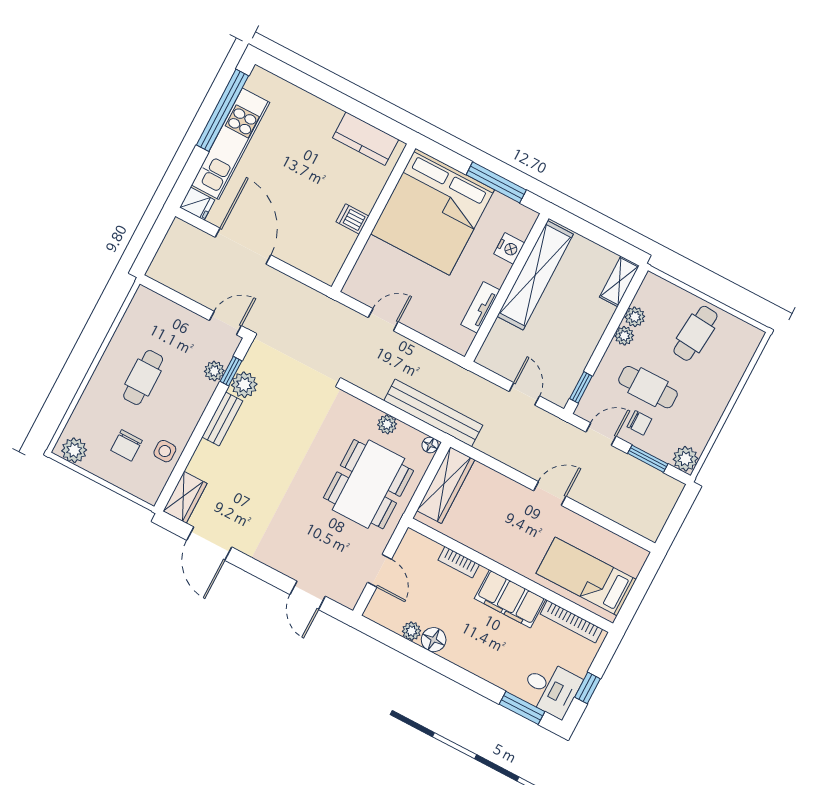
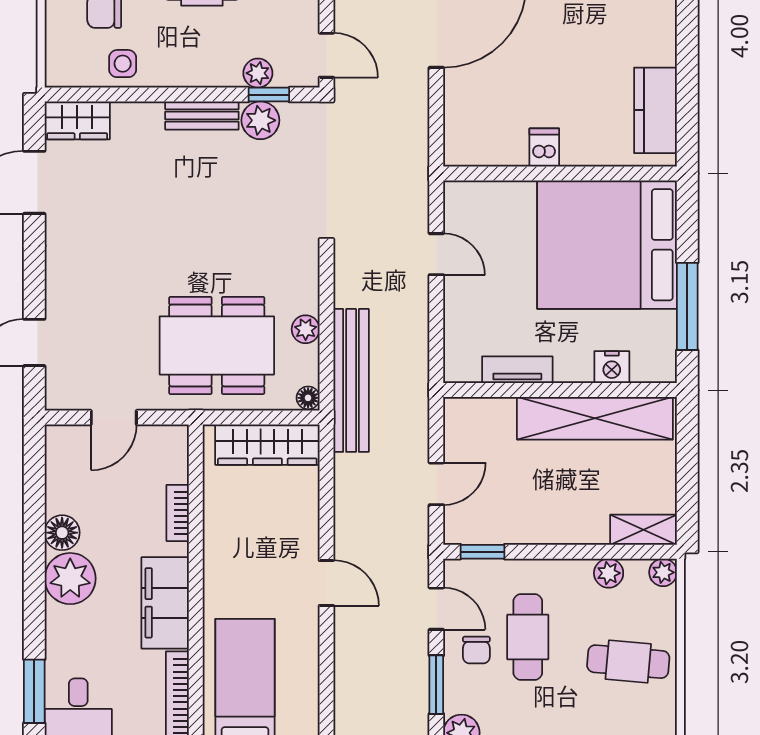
plant: (624, 336) -> (663, 572), moved
plant: (411, 631) -> (70, 579), moved, width x1.87, depth x1.87

